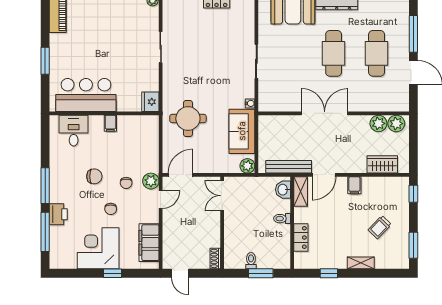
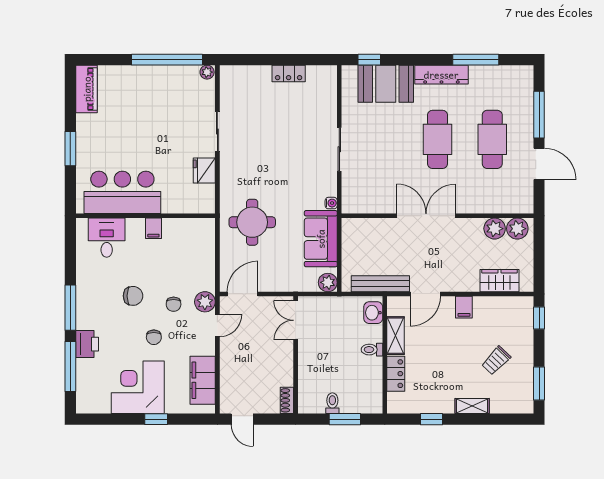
fridge: (150, 102) -> (204, 170), moved
shelving: (301, 192) -> (395, 336), moved

